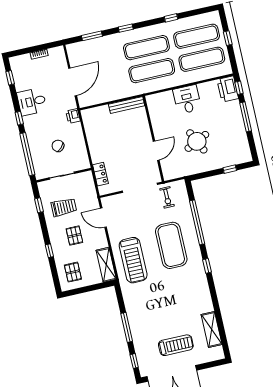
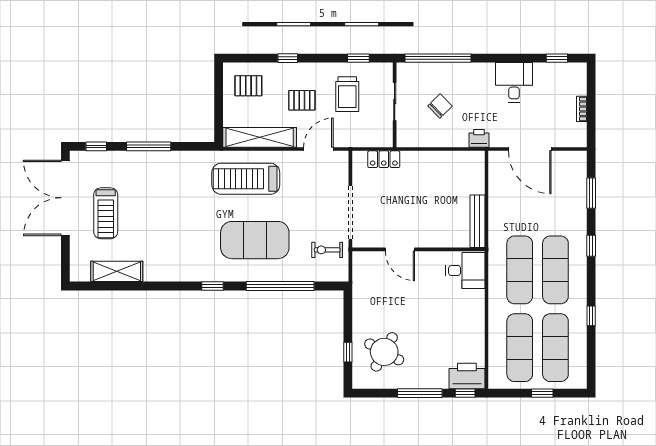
desk: (187, 99) -> (465, 271), moved
window: (19, 118) -> (494, 58), removed
round table: (197, 141) -> (384, 352), moved, turned -35
shelving: (106, 265) -> (260, 137), width x1.47

